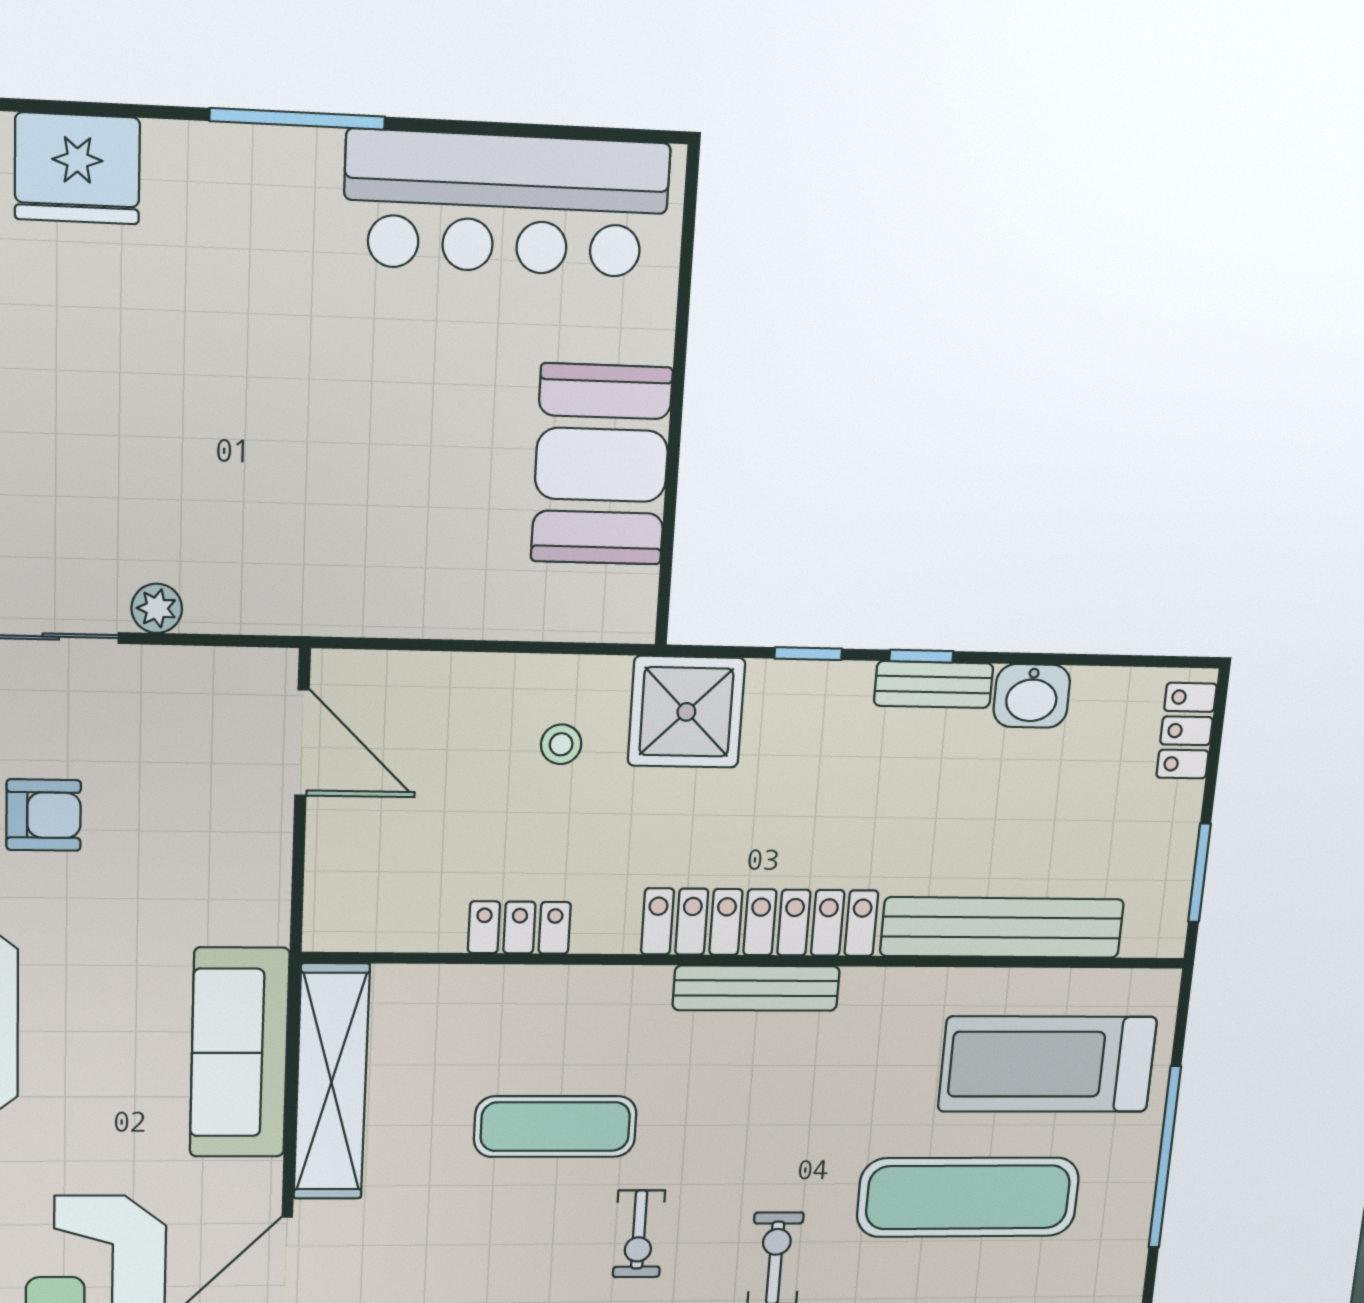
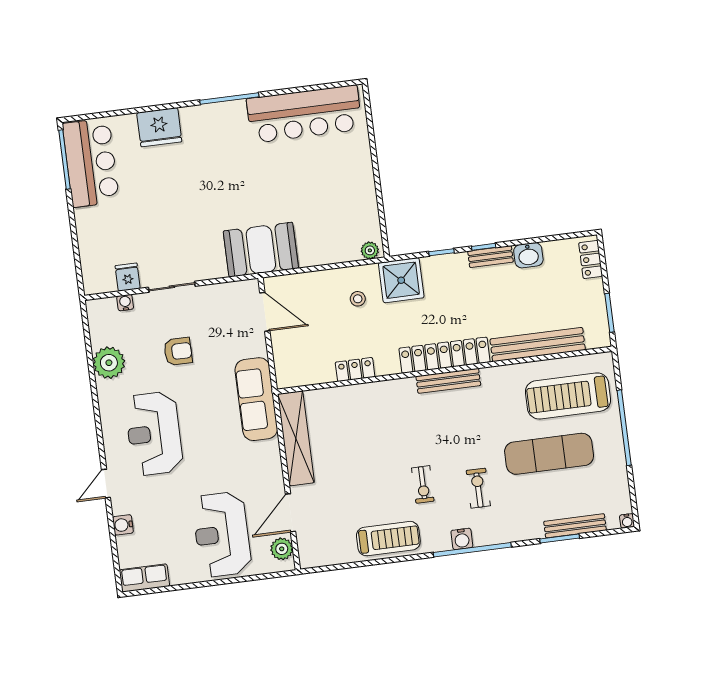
booth: (601, 465) -> (261, 250), moved, turned 90
plant: (157, 608) -> (370, 250), moved
sofa: (239, 1053) -> (256, 399), moved
exercise mat: (555, 1127) -> (383, 445), removed

